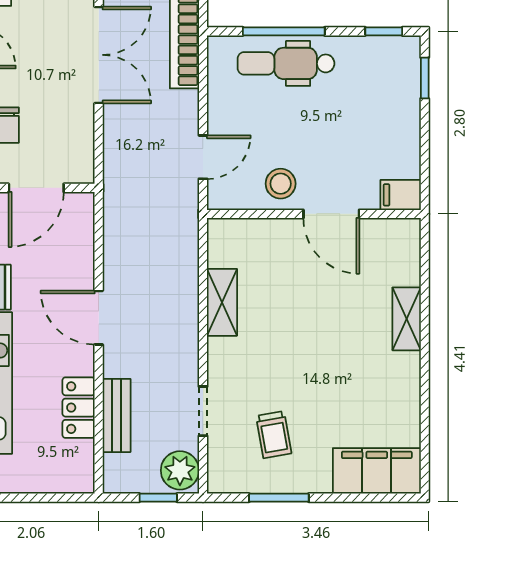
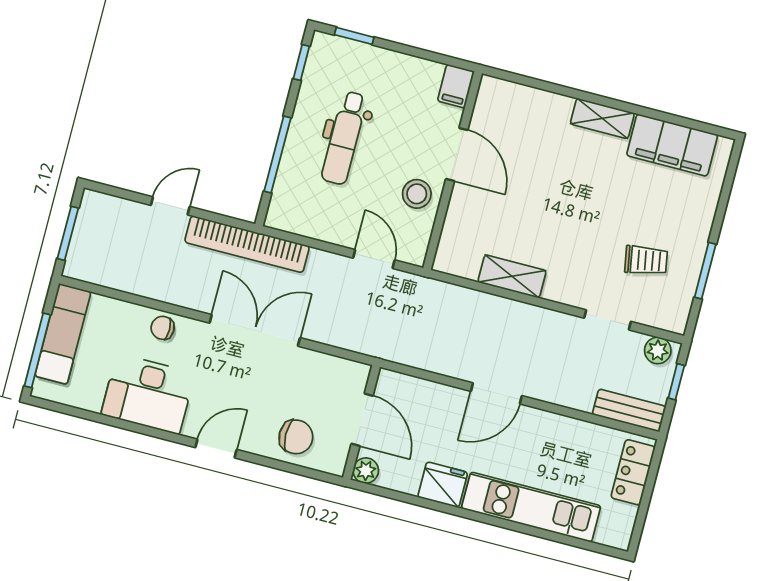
dental chair: (286, 63) -> (344, 138), moved
door: (331, 214) -> (457, 154), hinge flipped
shelving: (407, 319) -> (602, 118), moved
locker: (79, 408) -> (633, 472), moved, turned 90
bench: (117, 415) -> (629, 410), moved
plant: (180, 470) -> (658, 350), width x0.73, depth x0.73
filing cabinet: (377, 471) -> (672, 145), moved, turned -90

